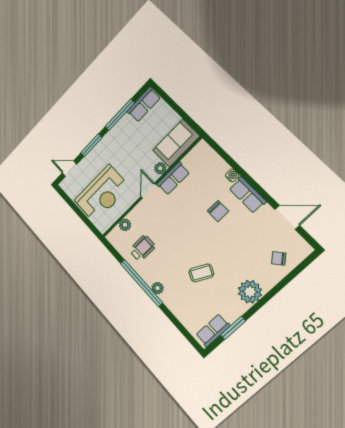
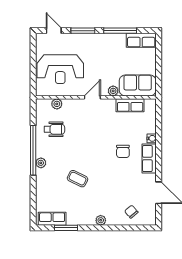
row of seats: (173, 178) -> (130, 105), moved
plant: (250, 292) -> (101, 220), width x0.53, depth x0.53

